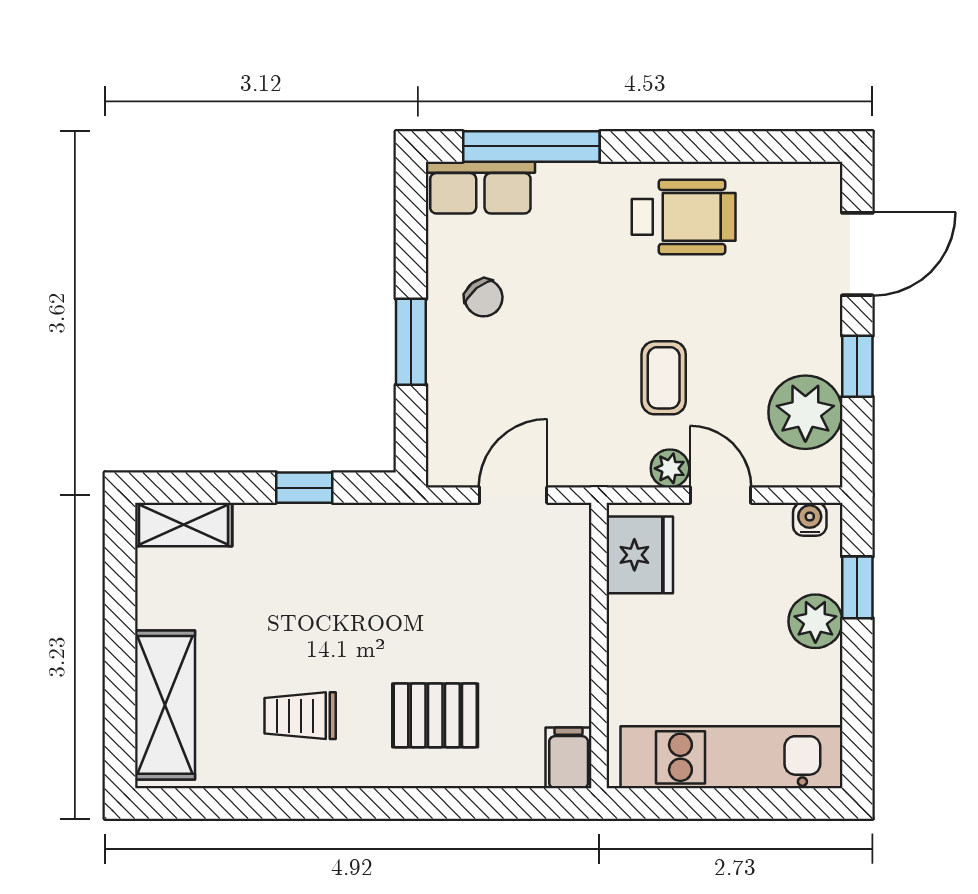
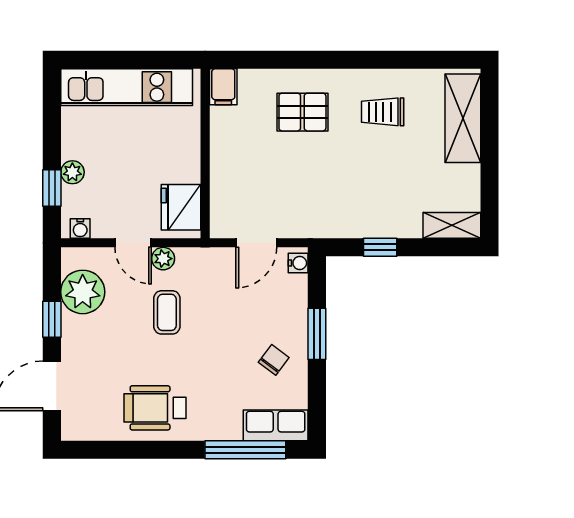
chair: (484, 298) -> (274, 360), turned 76
water cooler: (442, 461) -> (298, 263), added
plant: (815, 621) -> (72, 172), width x0.73, depth x0.73
trolley: (300, 716) -> (383, 112), turned 180

